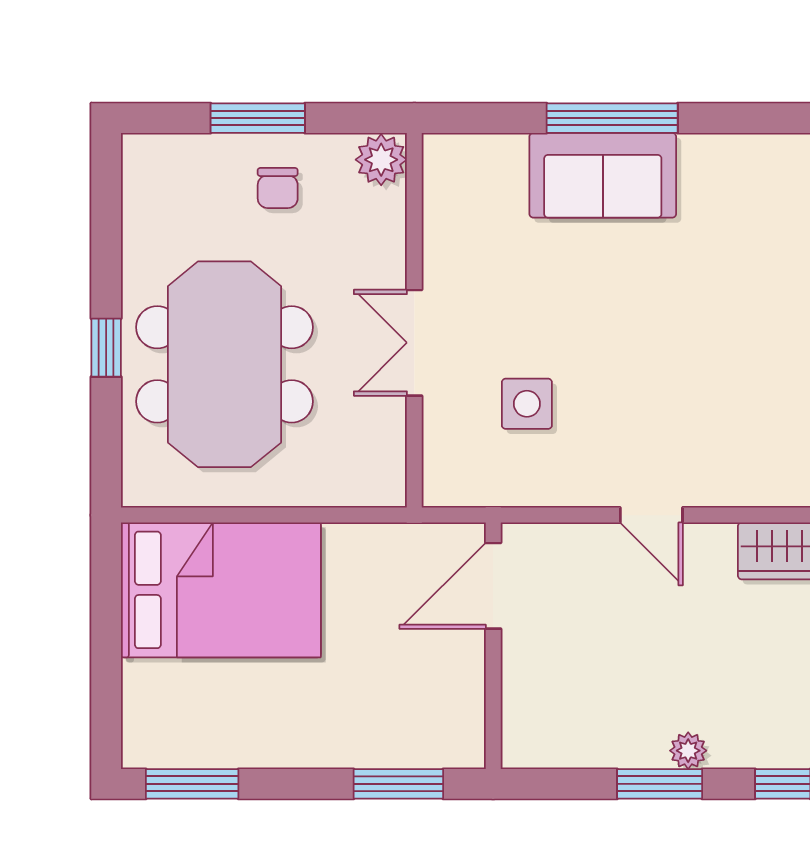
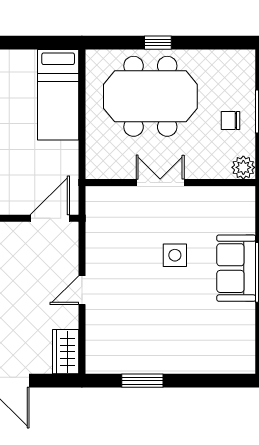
side table: (527, 404) -> (175, 255), moved
door: (493, 586) -> (50, 218), hinge flipped
bed: (221, 590) -> (58, 95), width x0.67

